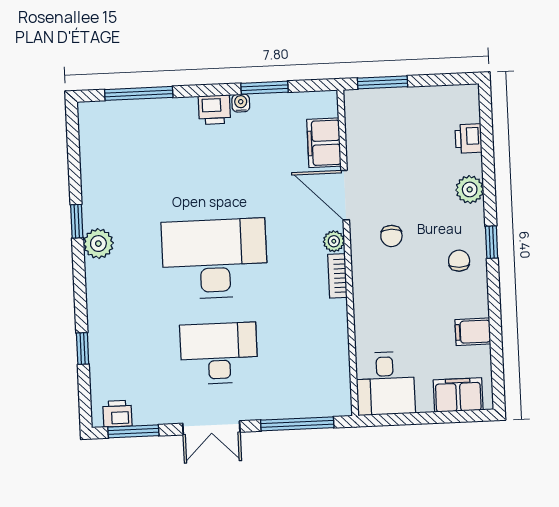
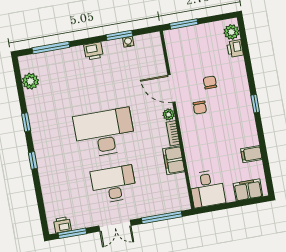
water cooler: (241, 103) -> (128, 42), moved
filing cabinet: (324, 143) -> (174, 160), moved
plant: (470, 189) -> (231, 32), moved
plant: (98, 244) -> (30, 81), moved
chair: (459, 261) -> (210, 82), moved
window: (83, 349) -> (33, 160), moved

